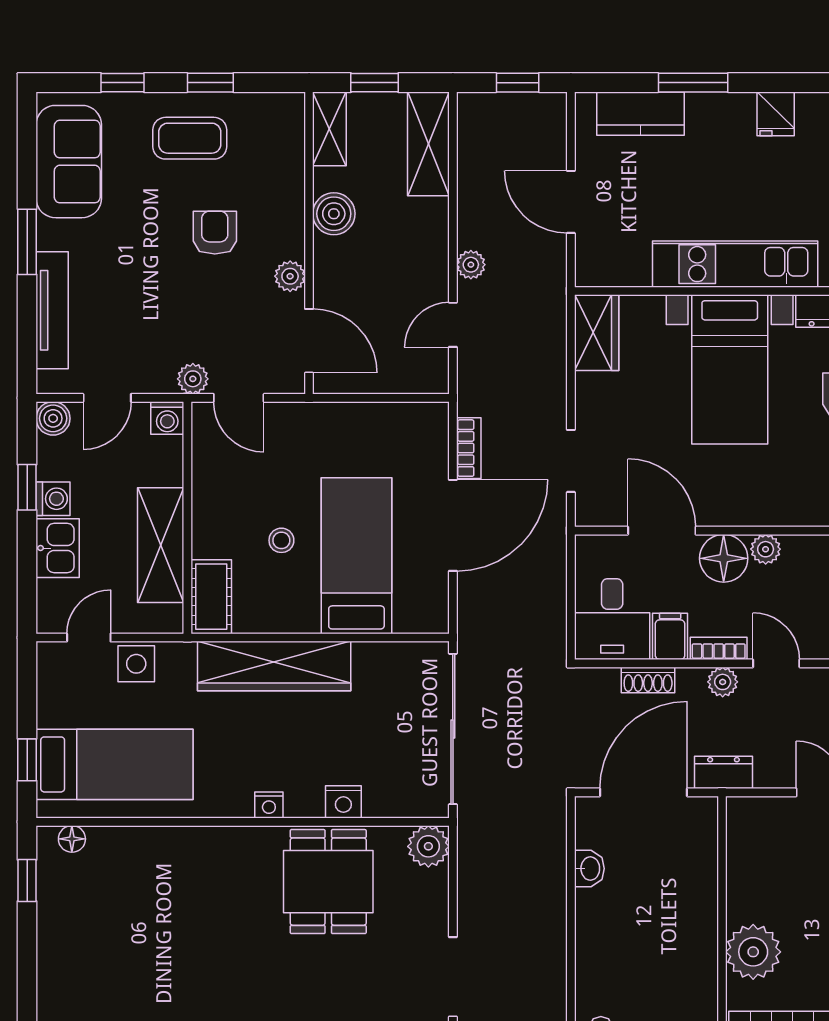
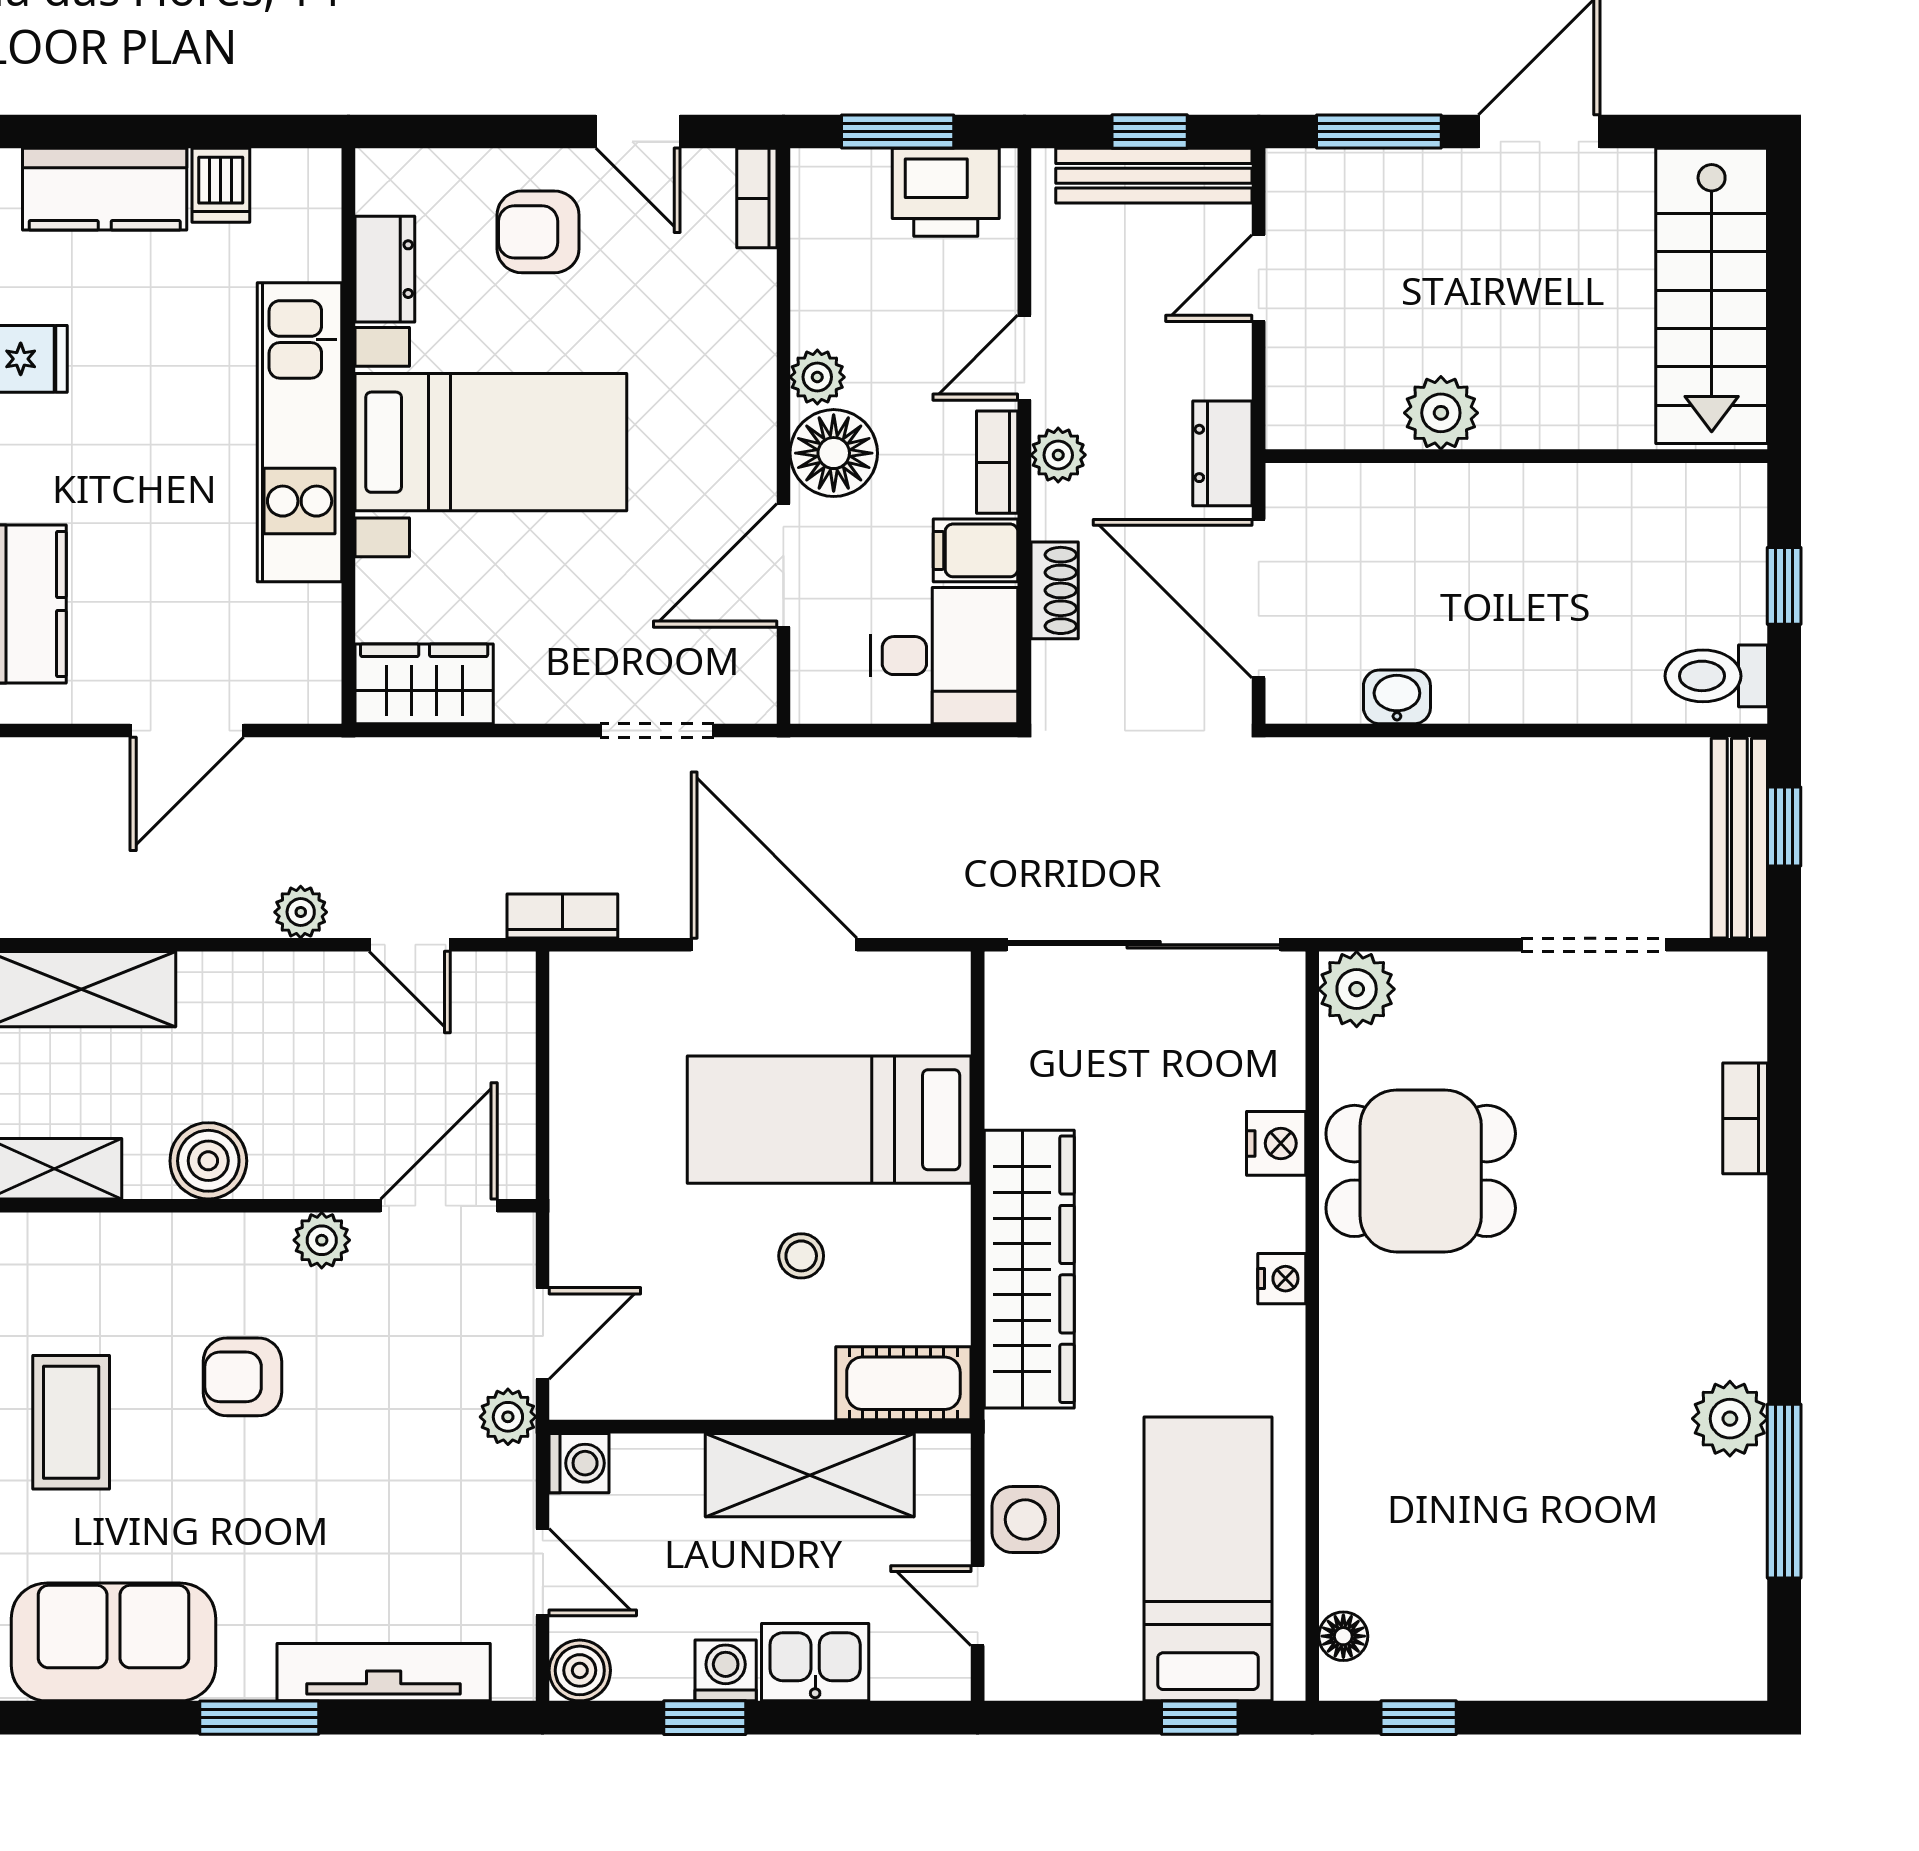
bookcase: (469, 448) -> (562, 916), moved
plant: (753, 952) -> (1441, 413), moved, width x0.73, depth x0.73

